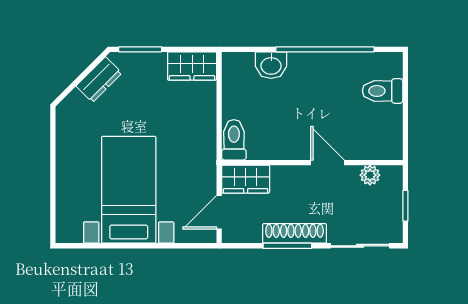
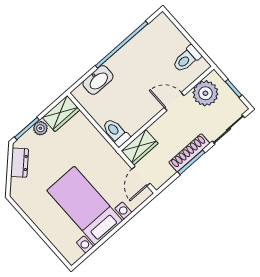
plant: (155, 62) -> (40, 128), added
washbasin: (271, 65) -> (98, 80), width x1.38
toilet: (383, 91) -> (187, 59), moved
plant: (370, 175) -> (205, 93), width x1.87, depth x1.87

